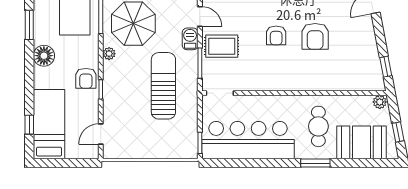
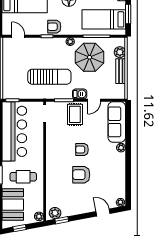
plant: (374, 77) -> (55, 213), added

